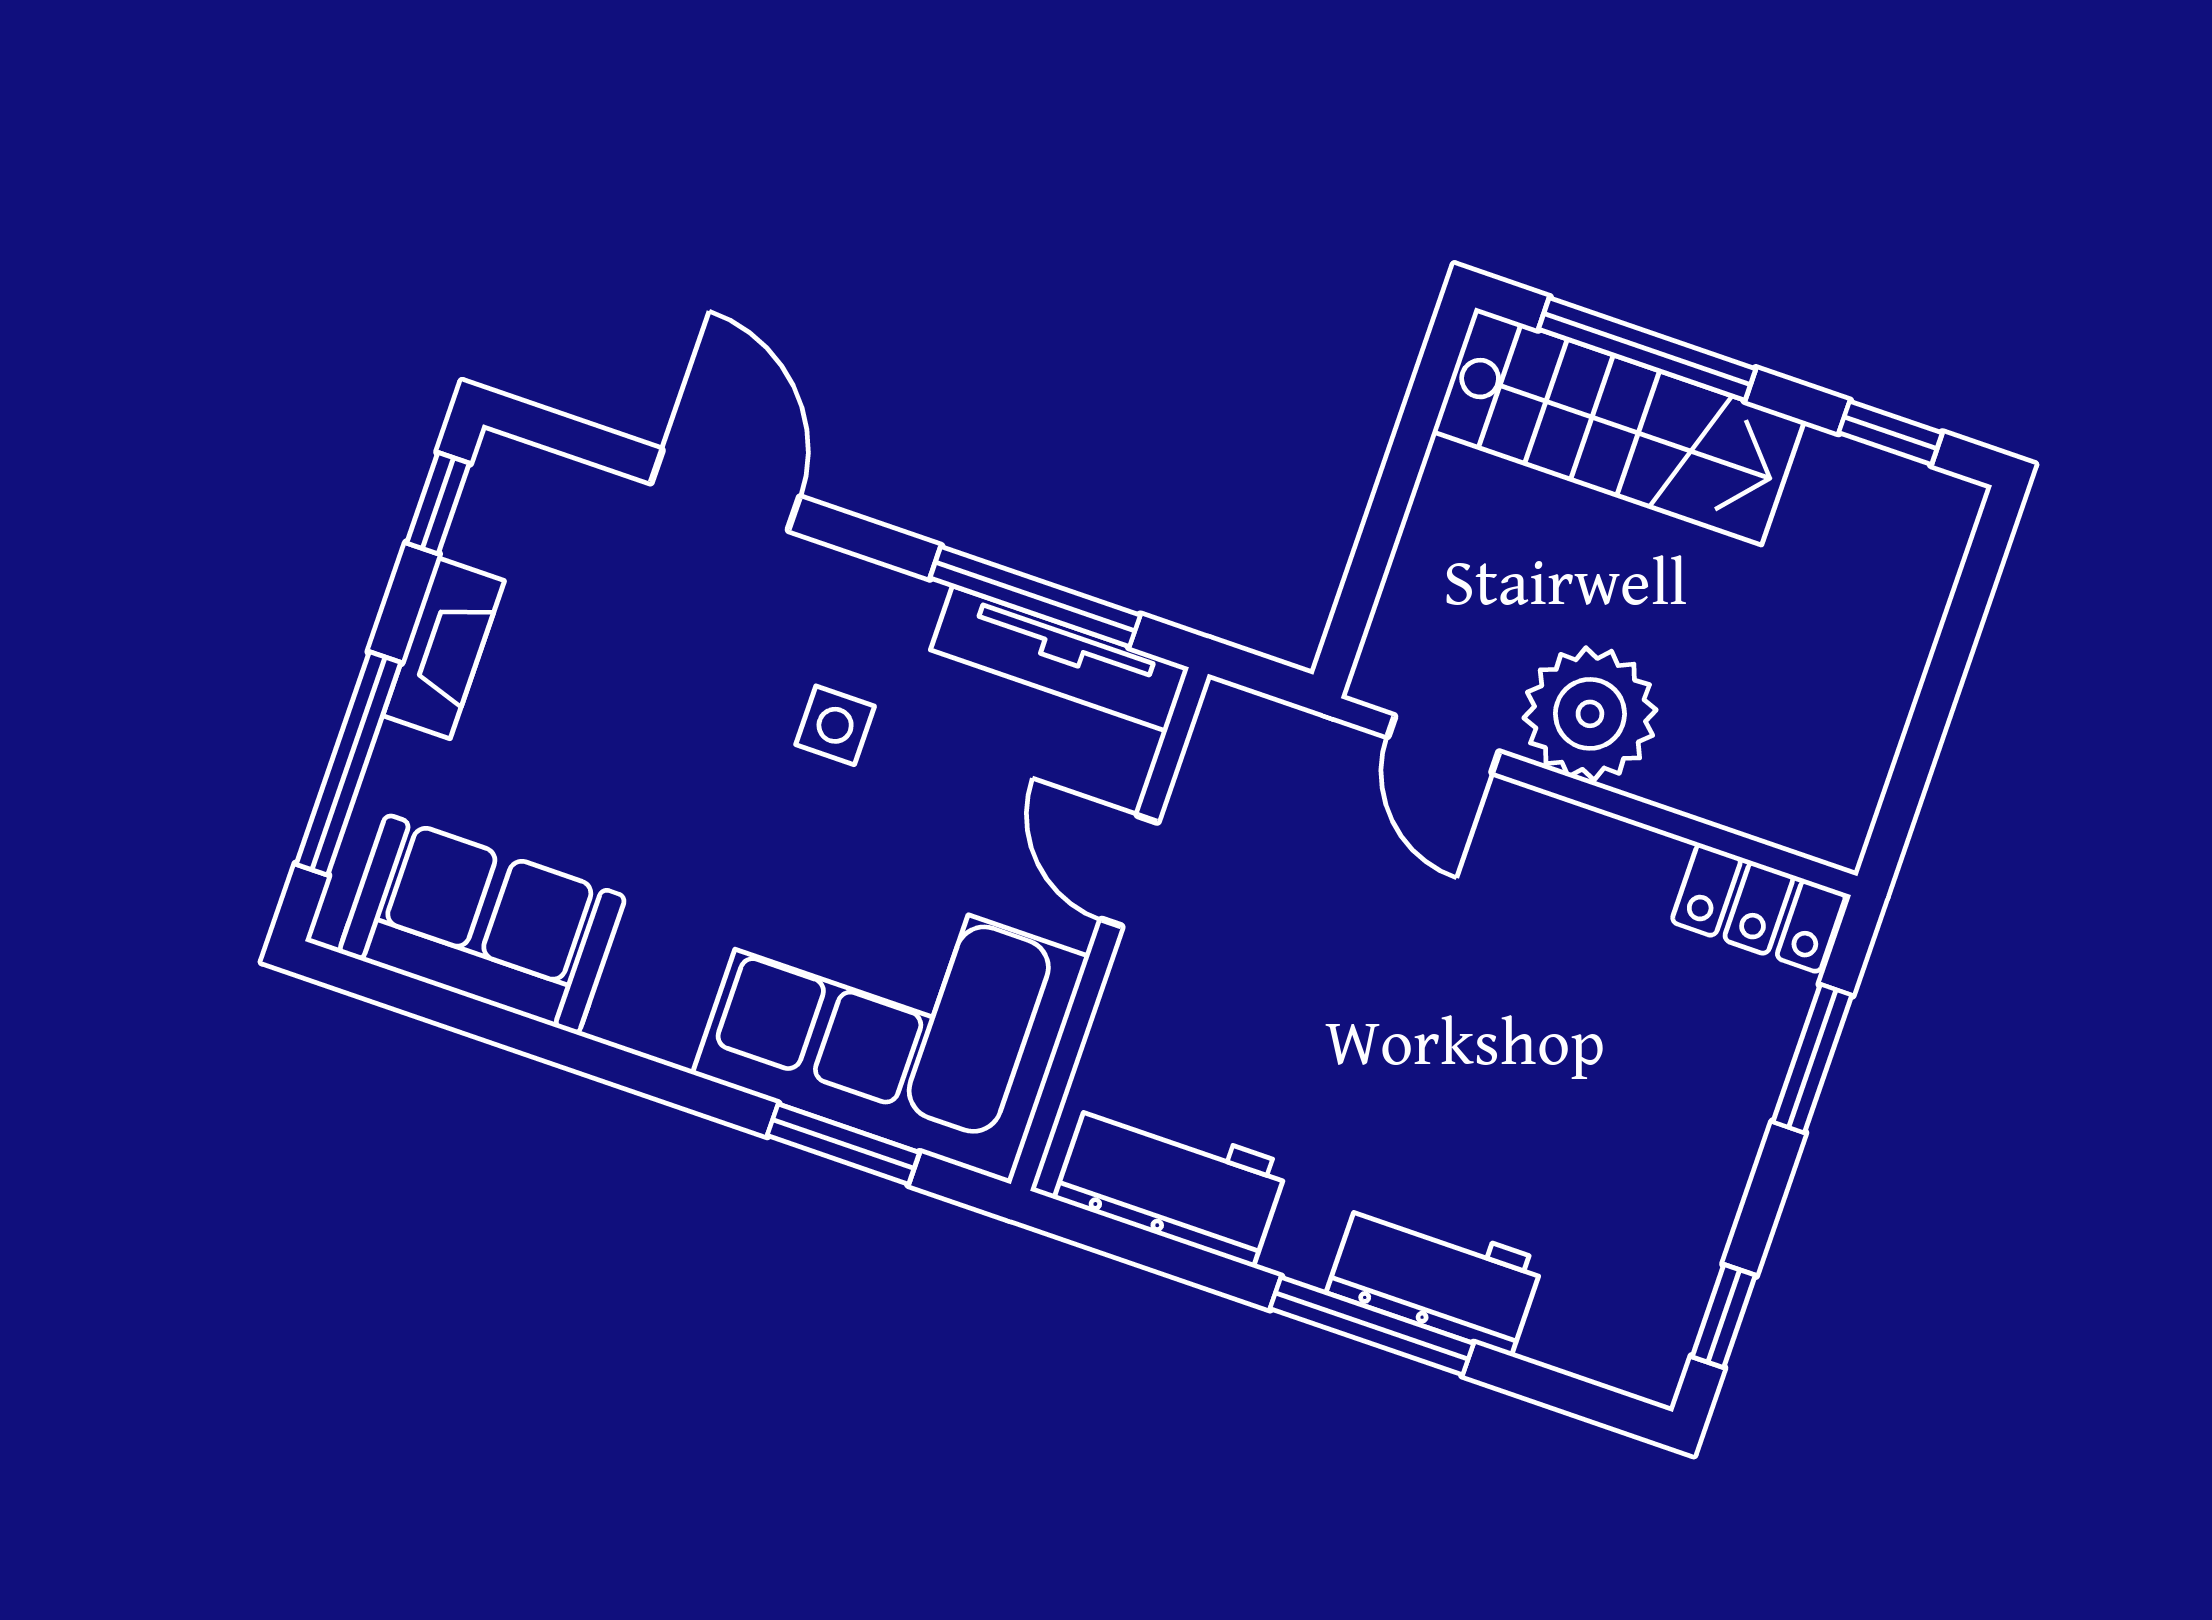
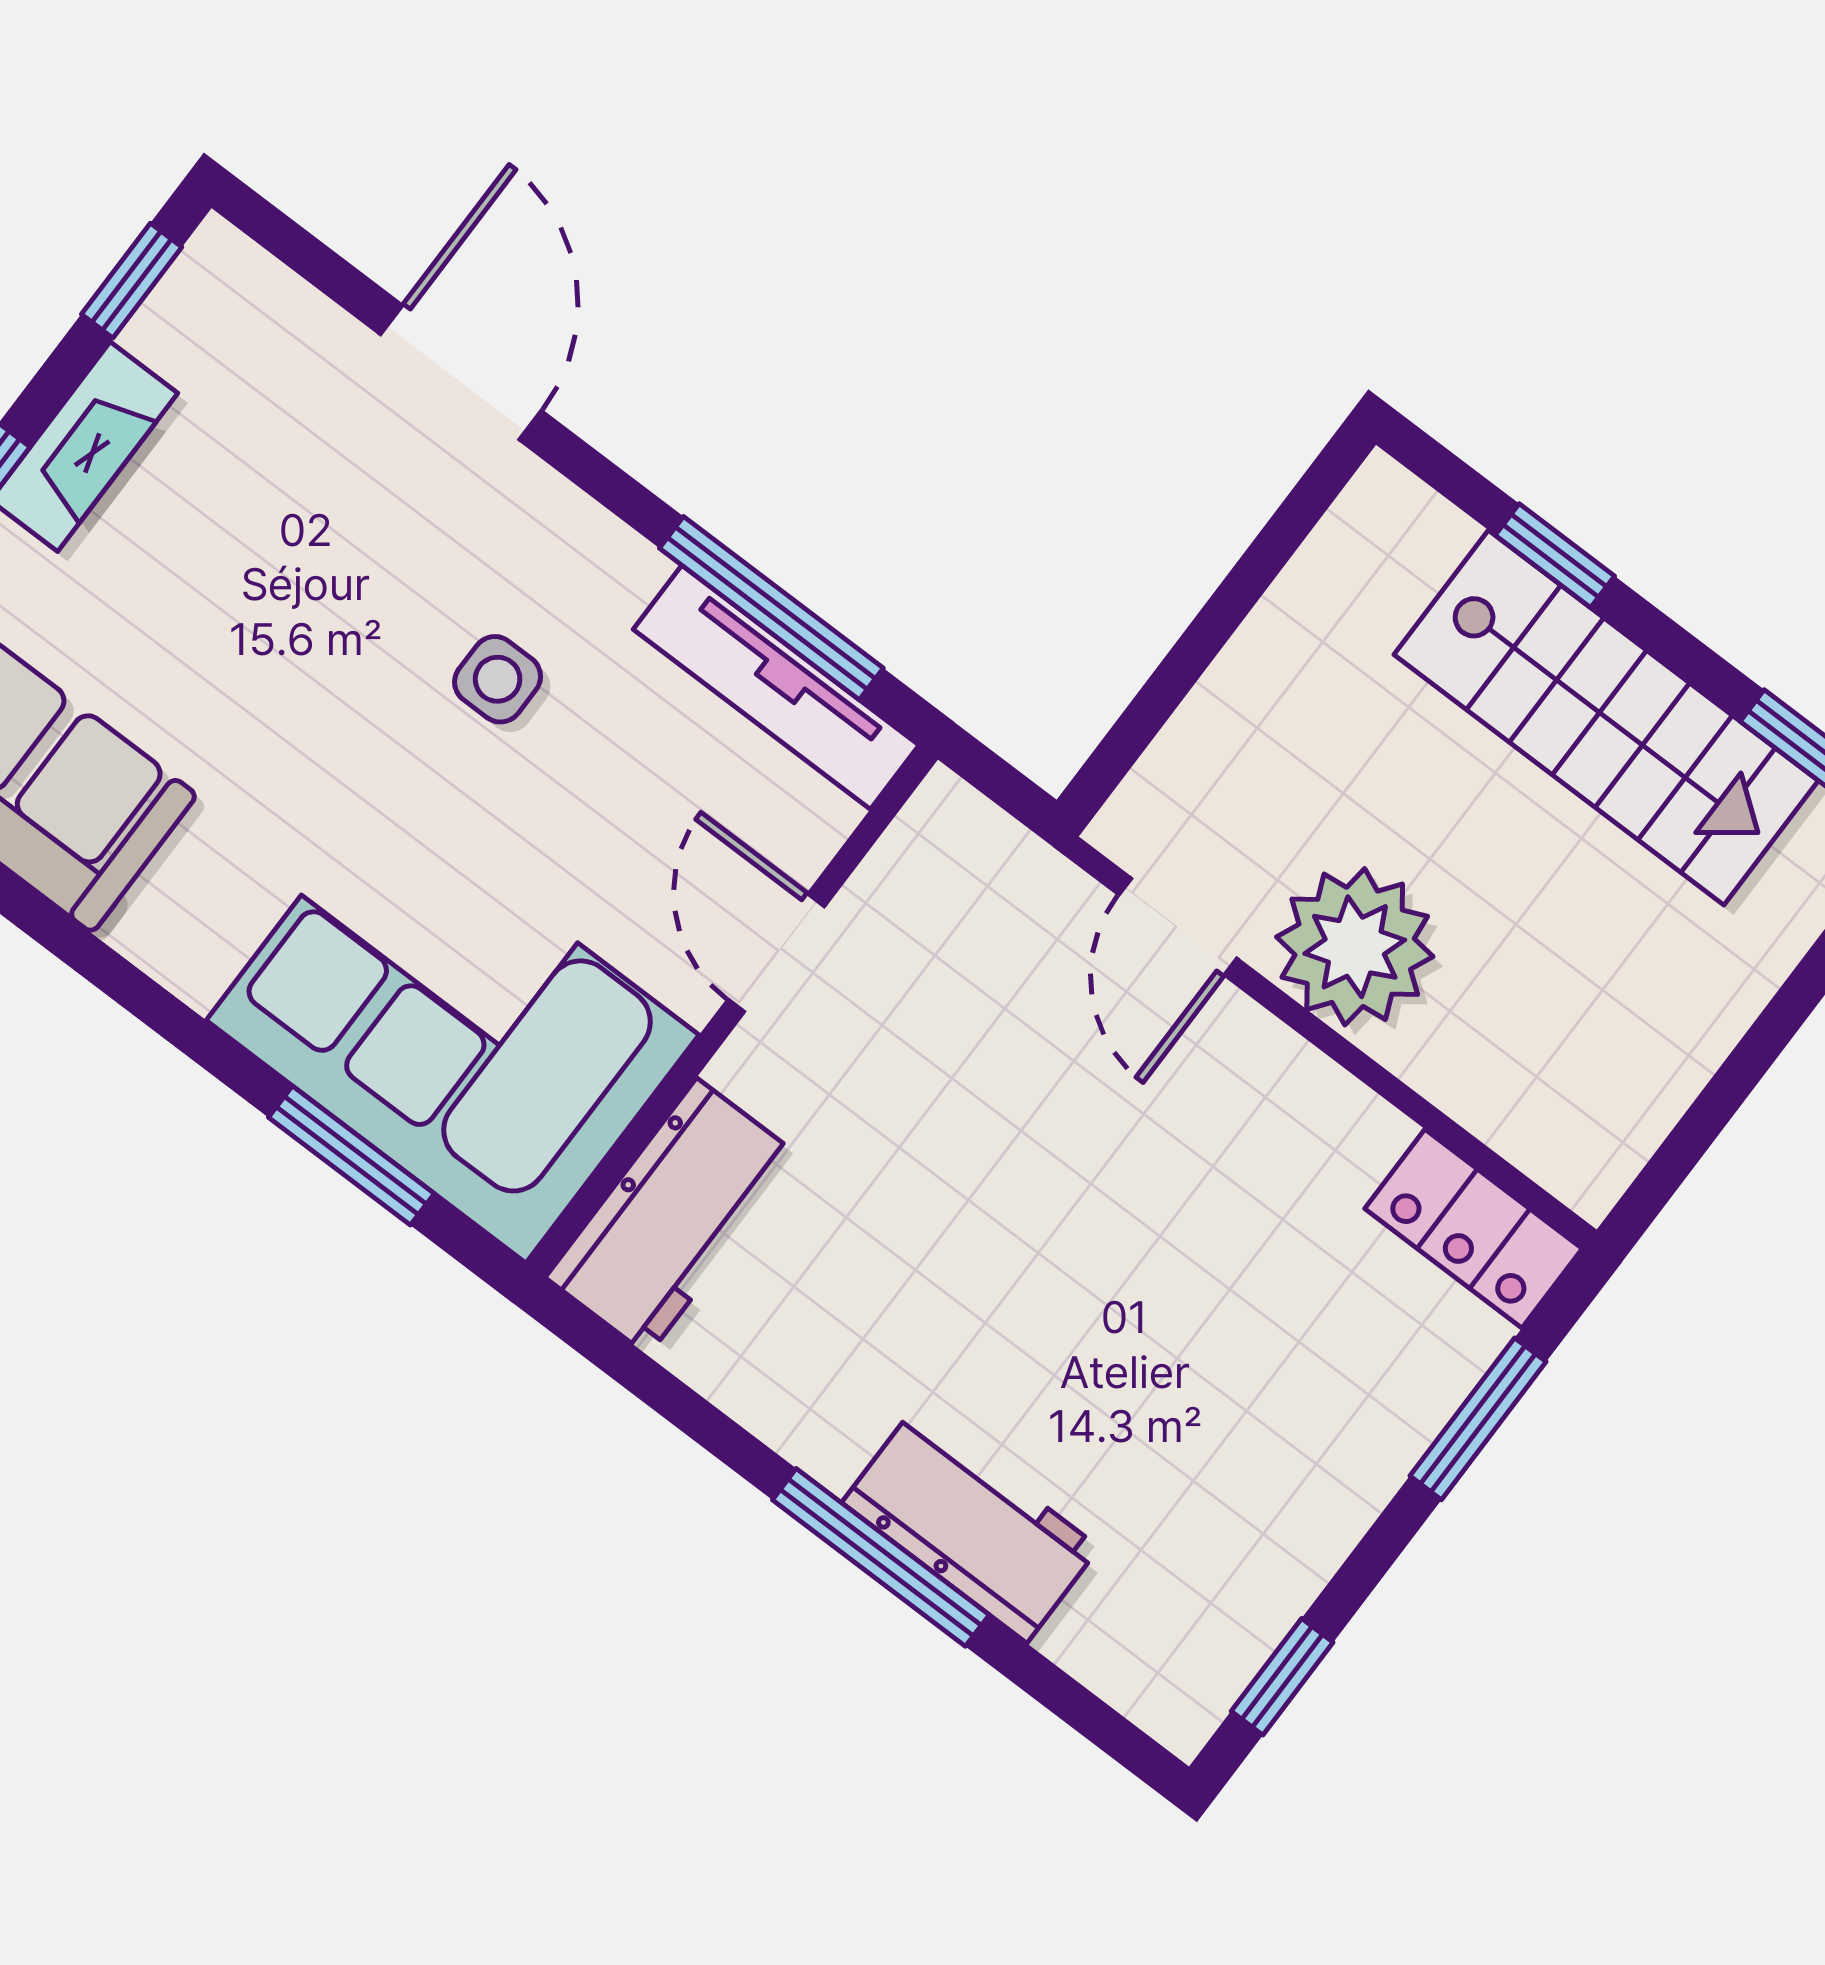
window: (1647, 349) -> (1555, 556), width x0.46
stairs: (1618, 426) -> (1606, 718), moved
workbench: (1171, 1182) -> (672, 1217), moved, turned 90

